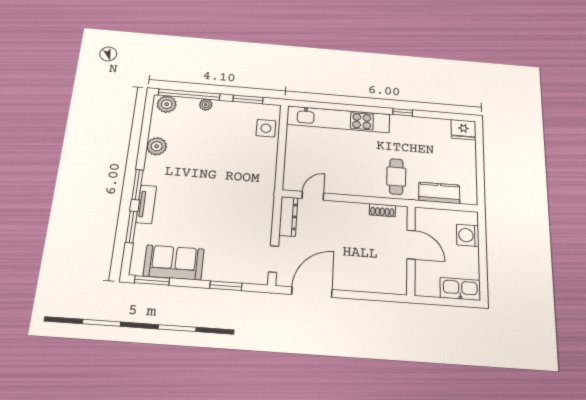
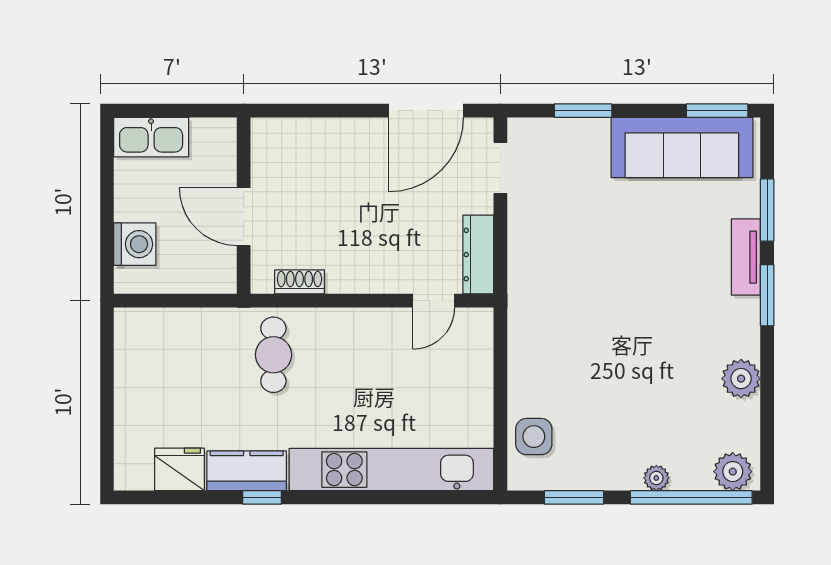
fridge: (464, 130) -> (179, 469), moved
kitchen counter: (439, 193) -> (247, 471), moved, turned 180
sofa: (174, 262) -> (682, 147), width x1.36

